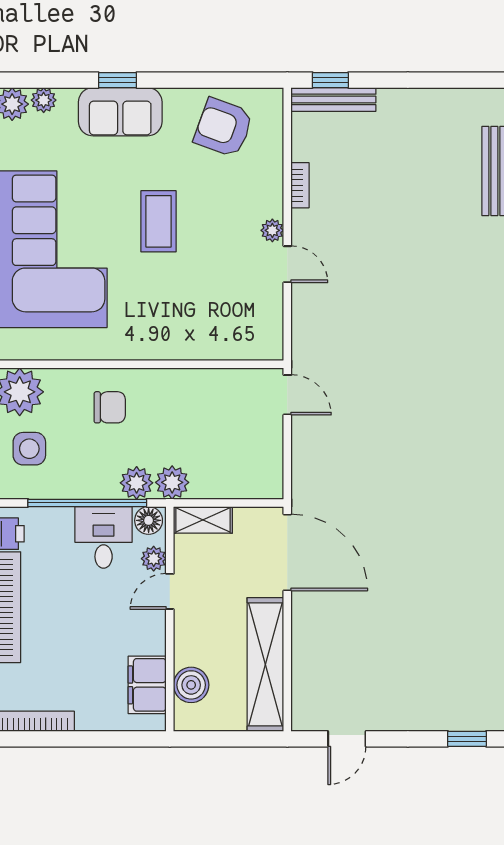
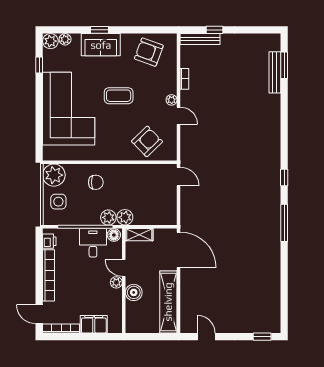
window: (330, 80) -> (214, 30), moved
coffee table: (159, 221) -> (119, 96), turned 90
armchair: (220, 319) -> (147, 141), added
plant: (154, 559) -> (116, 282), moved
door: (170, 591) -> (124, 268), hinge flipped
filing cabinet: (147, 685) -> (94, 324), moved, turned 90
boiler: (191, 685) -> (134, 292), moved
door: (347, 739) -> (206, 337), swing flipped

